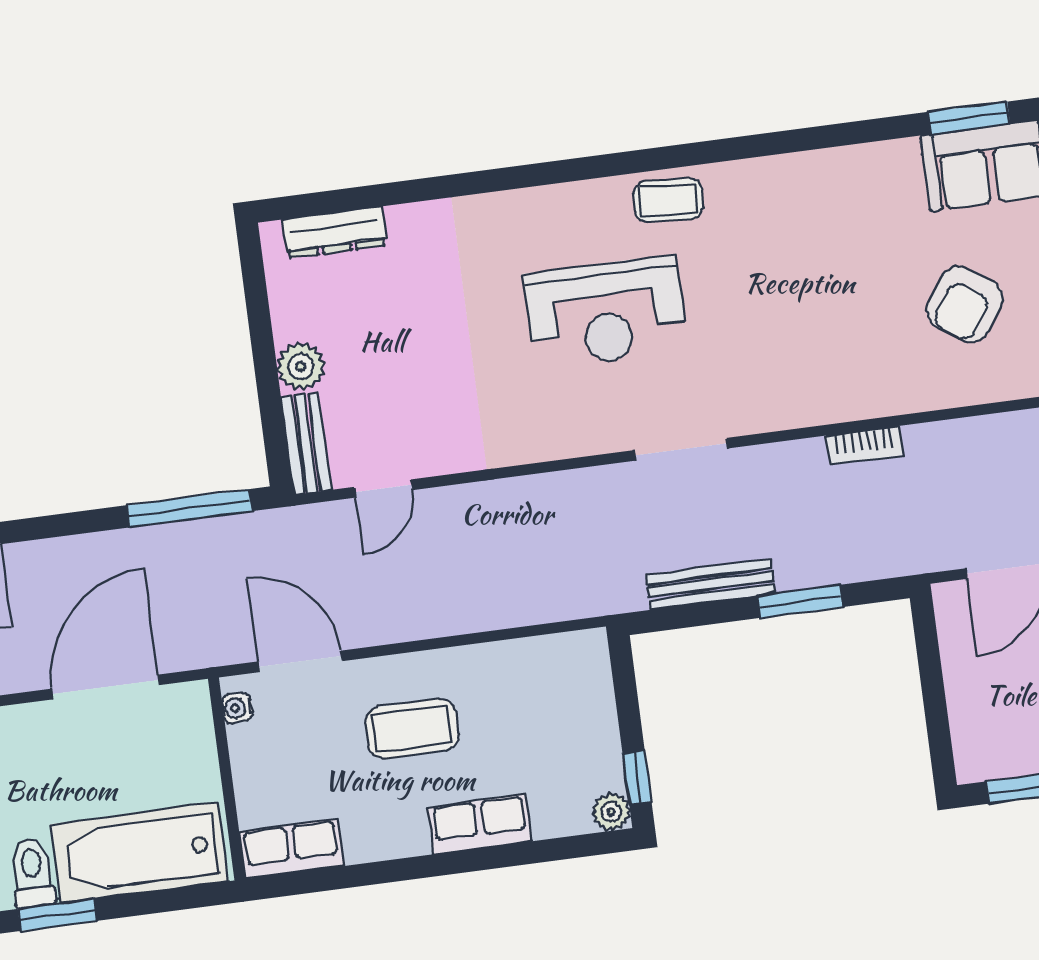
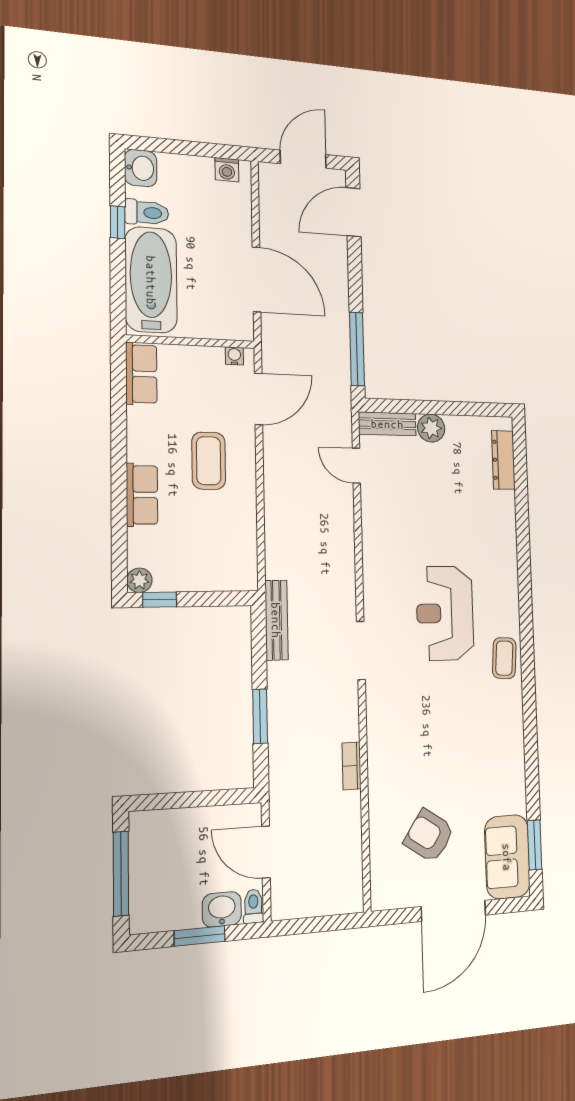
bench: (710, 584) -> (276, 620), moved
window: (57, 915) -> (118, 222), width x0.67

